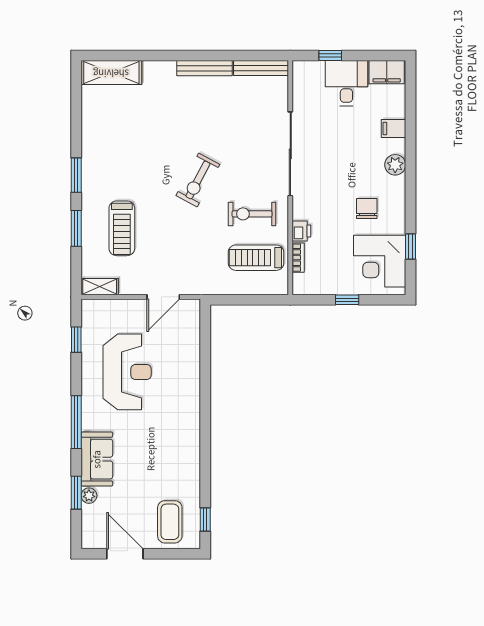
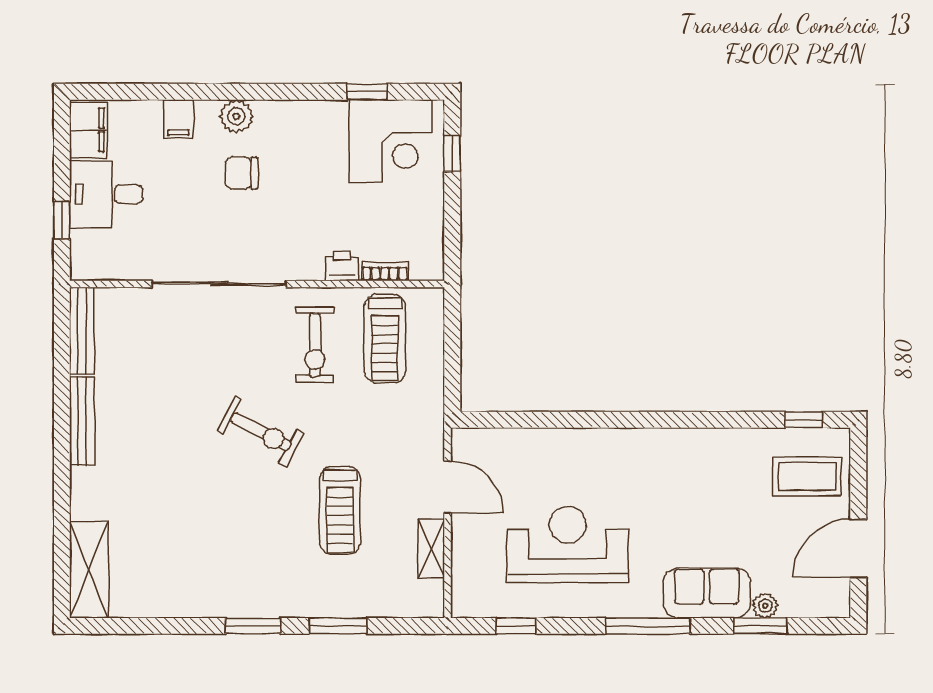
chair: (367, 208) -> (241, 173), moved
treadmill: (122, 228) -> (340, 510), moved, turned 90
shelving: (100, 287) -> (431, 549), moved
window: (347, 300) -> (452, 154), moved

